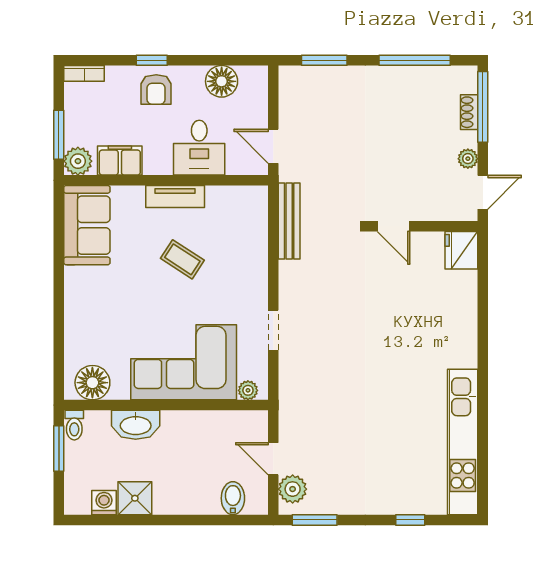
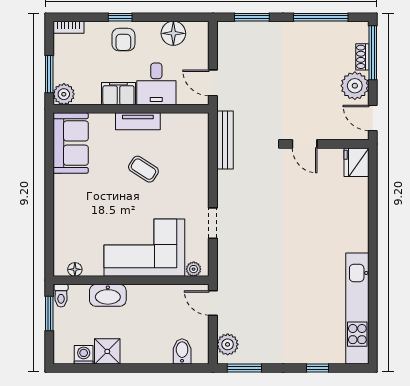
plant: (468, 159) -> (355, 86), width x1.88, depth x1.88
filing cabinet: (120, 160) -> (118, 94), moved
door: (483, 192) -> (373, 118), swing flipped
floor lamp: (92, 383) -> (75, 269), width x0.53, depth x0.53
door: (273, 459) -> (213, 303), moved

